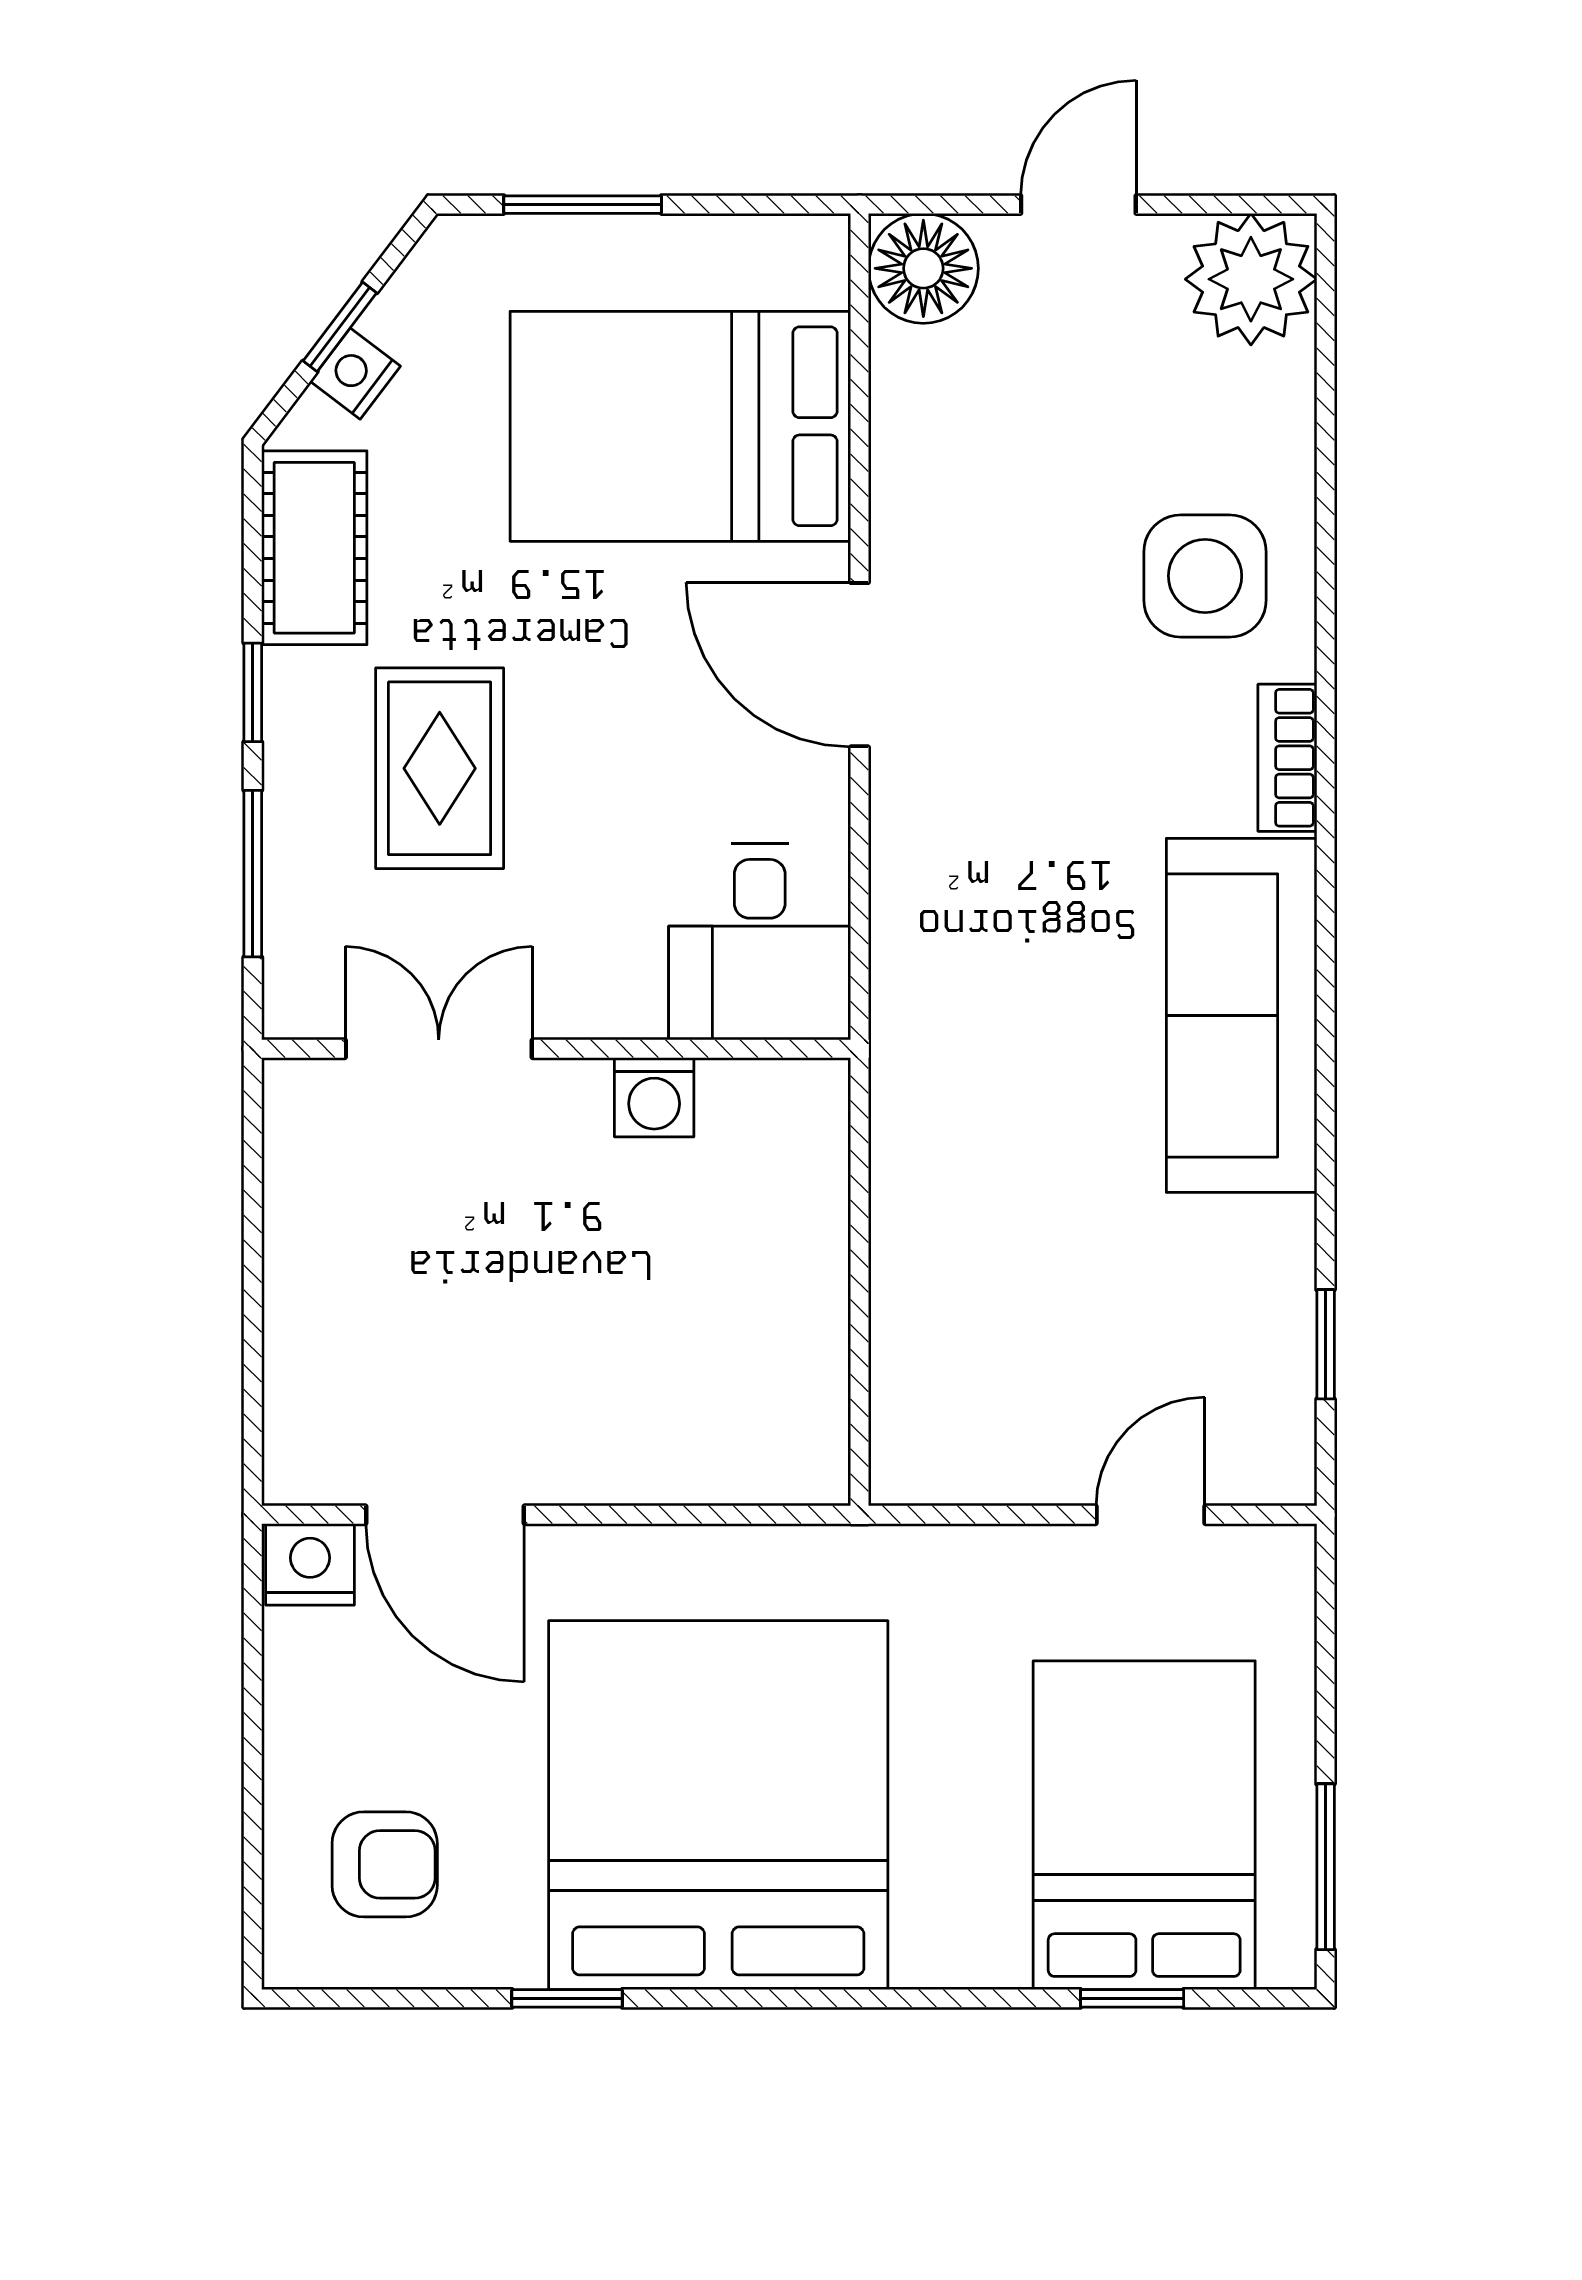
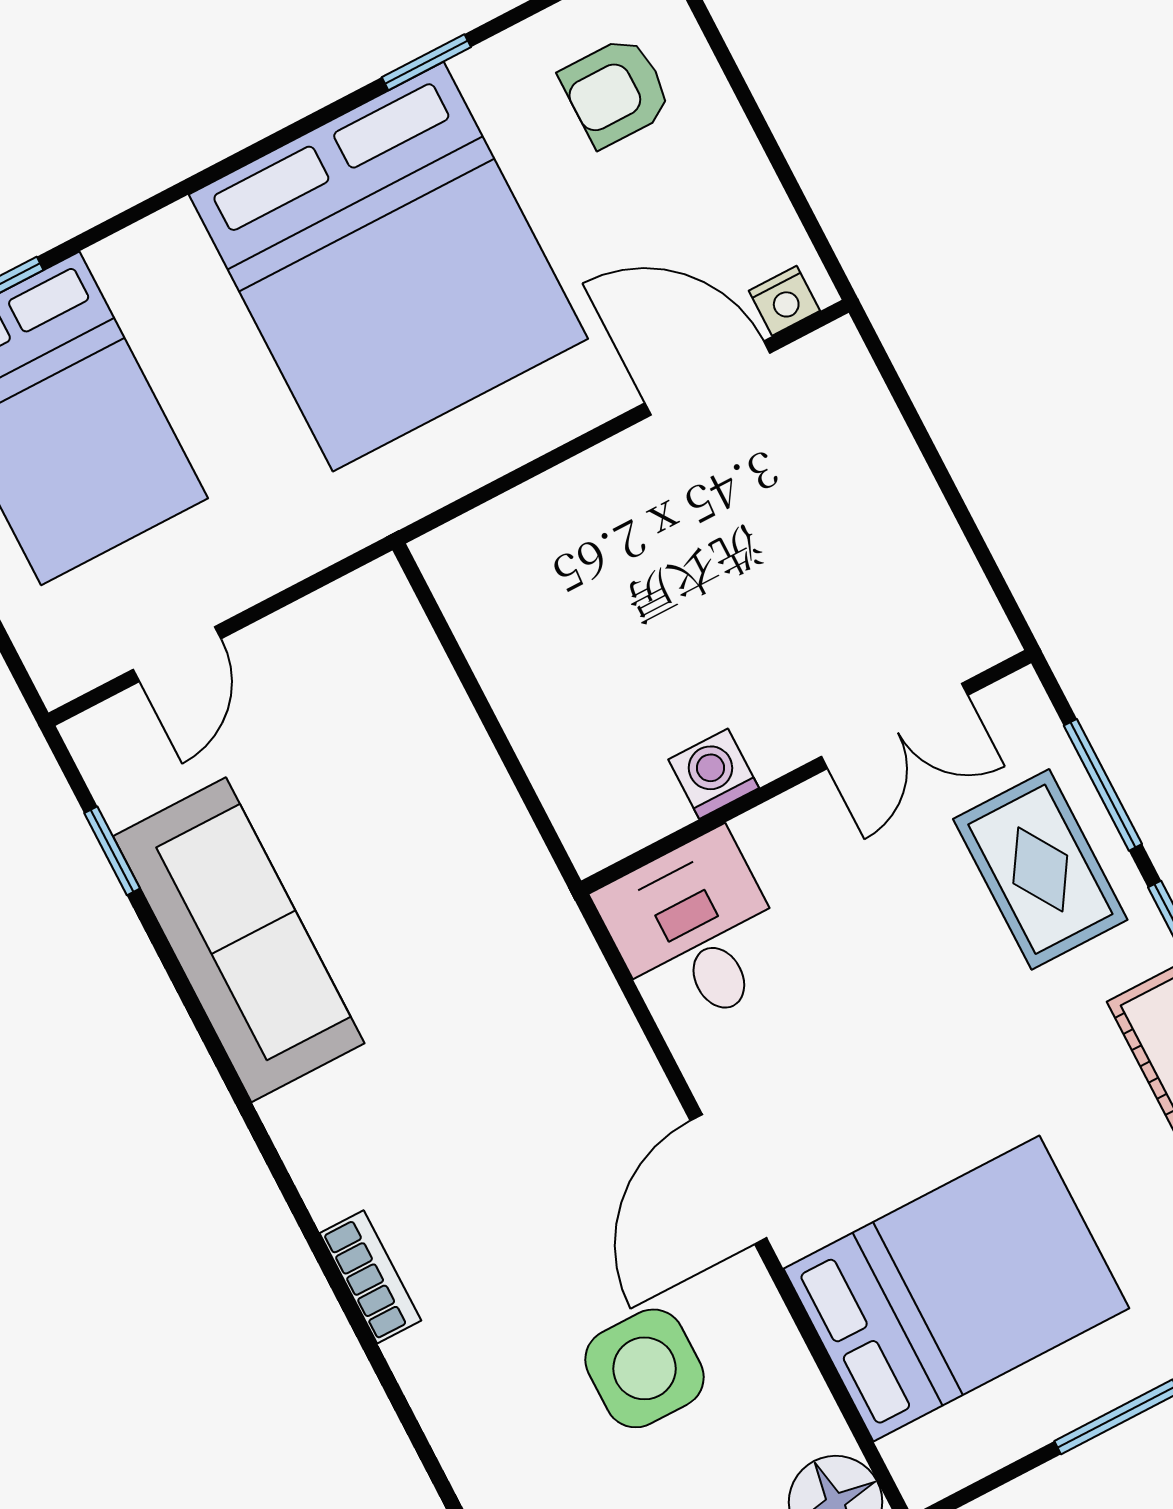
side table: (1205, 576) -> (645, 1368), moved
door: (860, 665) -> (728, 1179), swing flipped
rug: (440, 768) -> (1040, 869), moved
sofa: (1242, 1015) -> (239, 940), moved
nightstand: (310, 1564) -> (784, 301), width x0.72, depth x0.74

